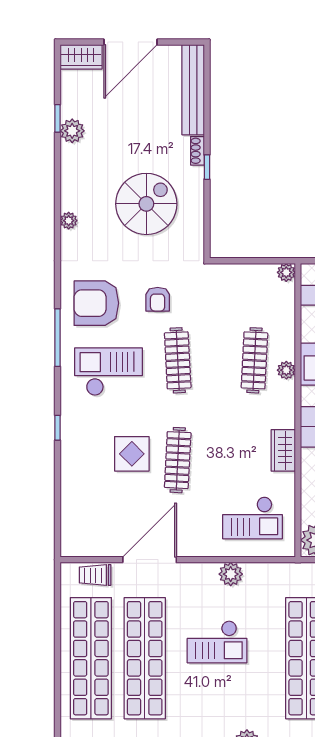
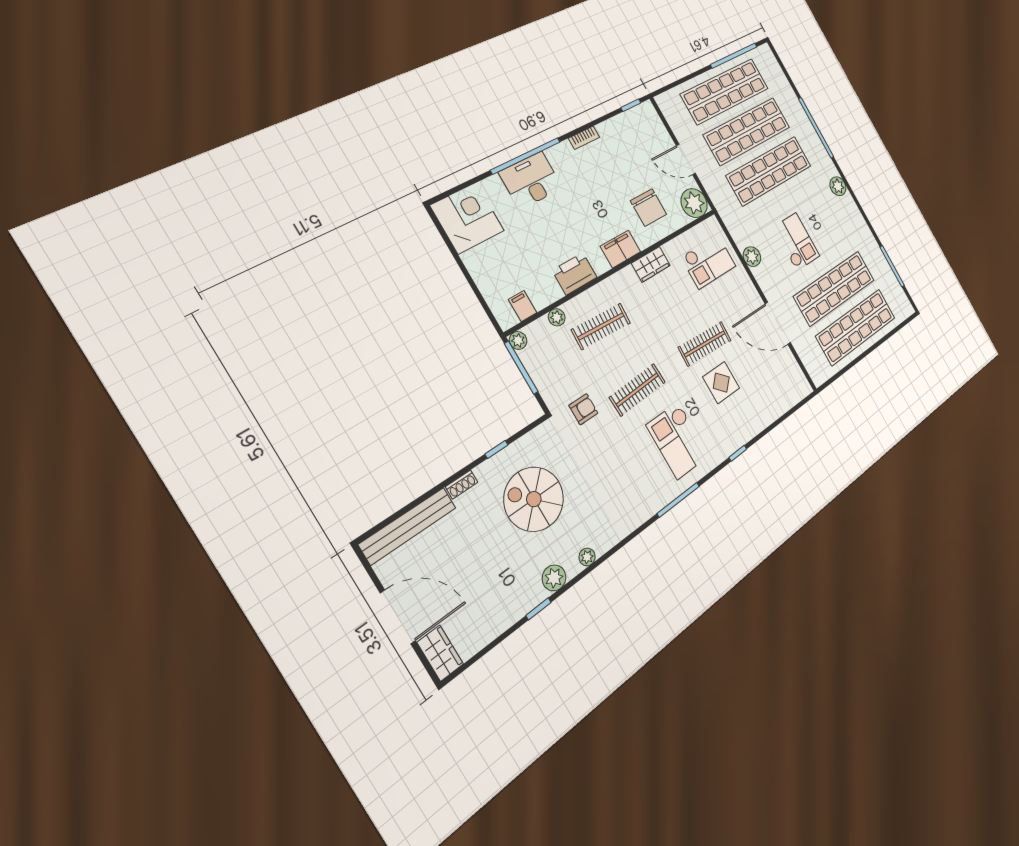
window: (58, 118) -> (538, 609), moved
plant: (72, 131) -> (554, 578), moved
window: (207, 167) -> (496, 449), moved
window: (262, 261) -> (521, 368), added
armchair: (158, 299) -> (583, 409), moved
armchair: (96, 303) -> (635, 486), removed
plant: (286, 370) -> (557, 317), moved
checkout: (252, 518) -> (708, 262), turned 90
trolley: (95, 575) -> (809, 358), removed

